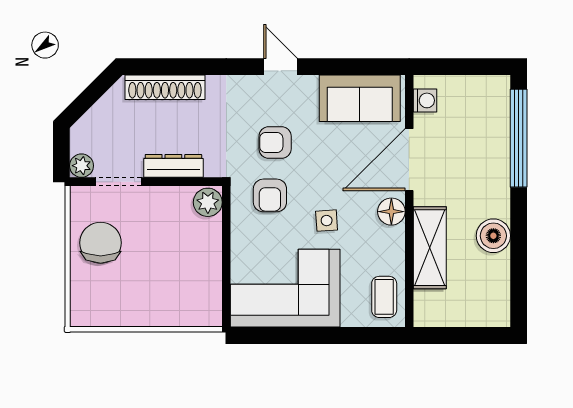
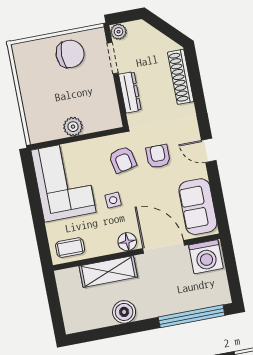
door: (281, 67) -> (209, 150), swing flipped
washing machine: (425, 100) -> (206, 257), width x1.89, depth x1.89
armchair: (270, 195) -> (123, 160), turned -102
plant: (208, 202) -> (73, 127), moved

